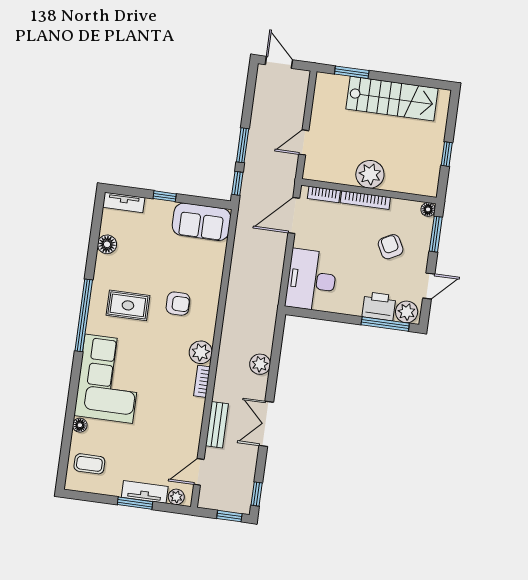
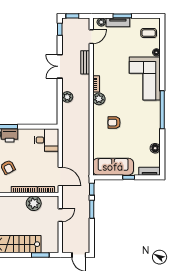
plant: (370, 174) -> (34, 203), moved
door: (294, 216) -> (60, 176), hinge flipped
sofa: (201, 222) -> (113, 167), width x1.36
desk: (311, 280) -> (47, 140), width x0.73
rug: (128, 305) -> (140, 118), removed
double door: (266, 424) -> (60, 66), swing flipped

